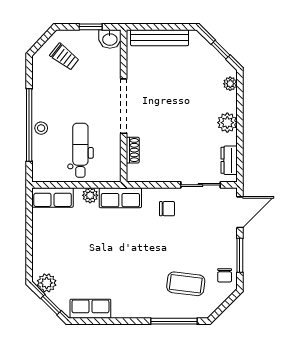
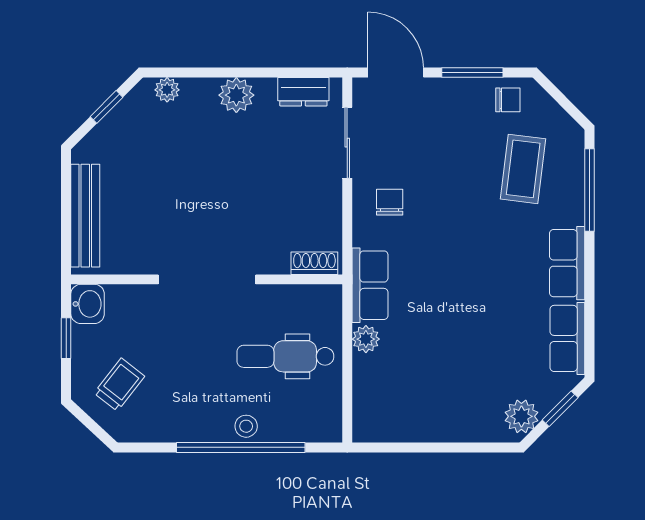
shoe rack: (133, 150) -> (314, 263), moved
row of seats: (53, 197) -> (567, 263), moved, turned 180

